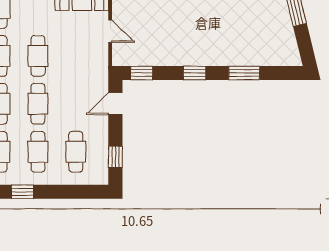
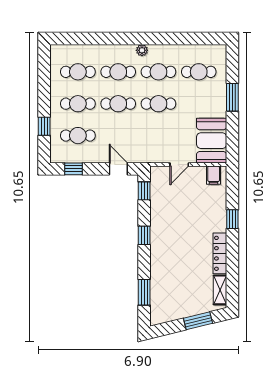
window: (244, 73) -> (144, 292), moved
window: (22, 192) -> (44, 126), moved

